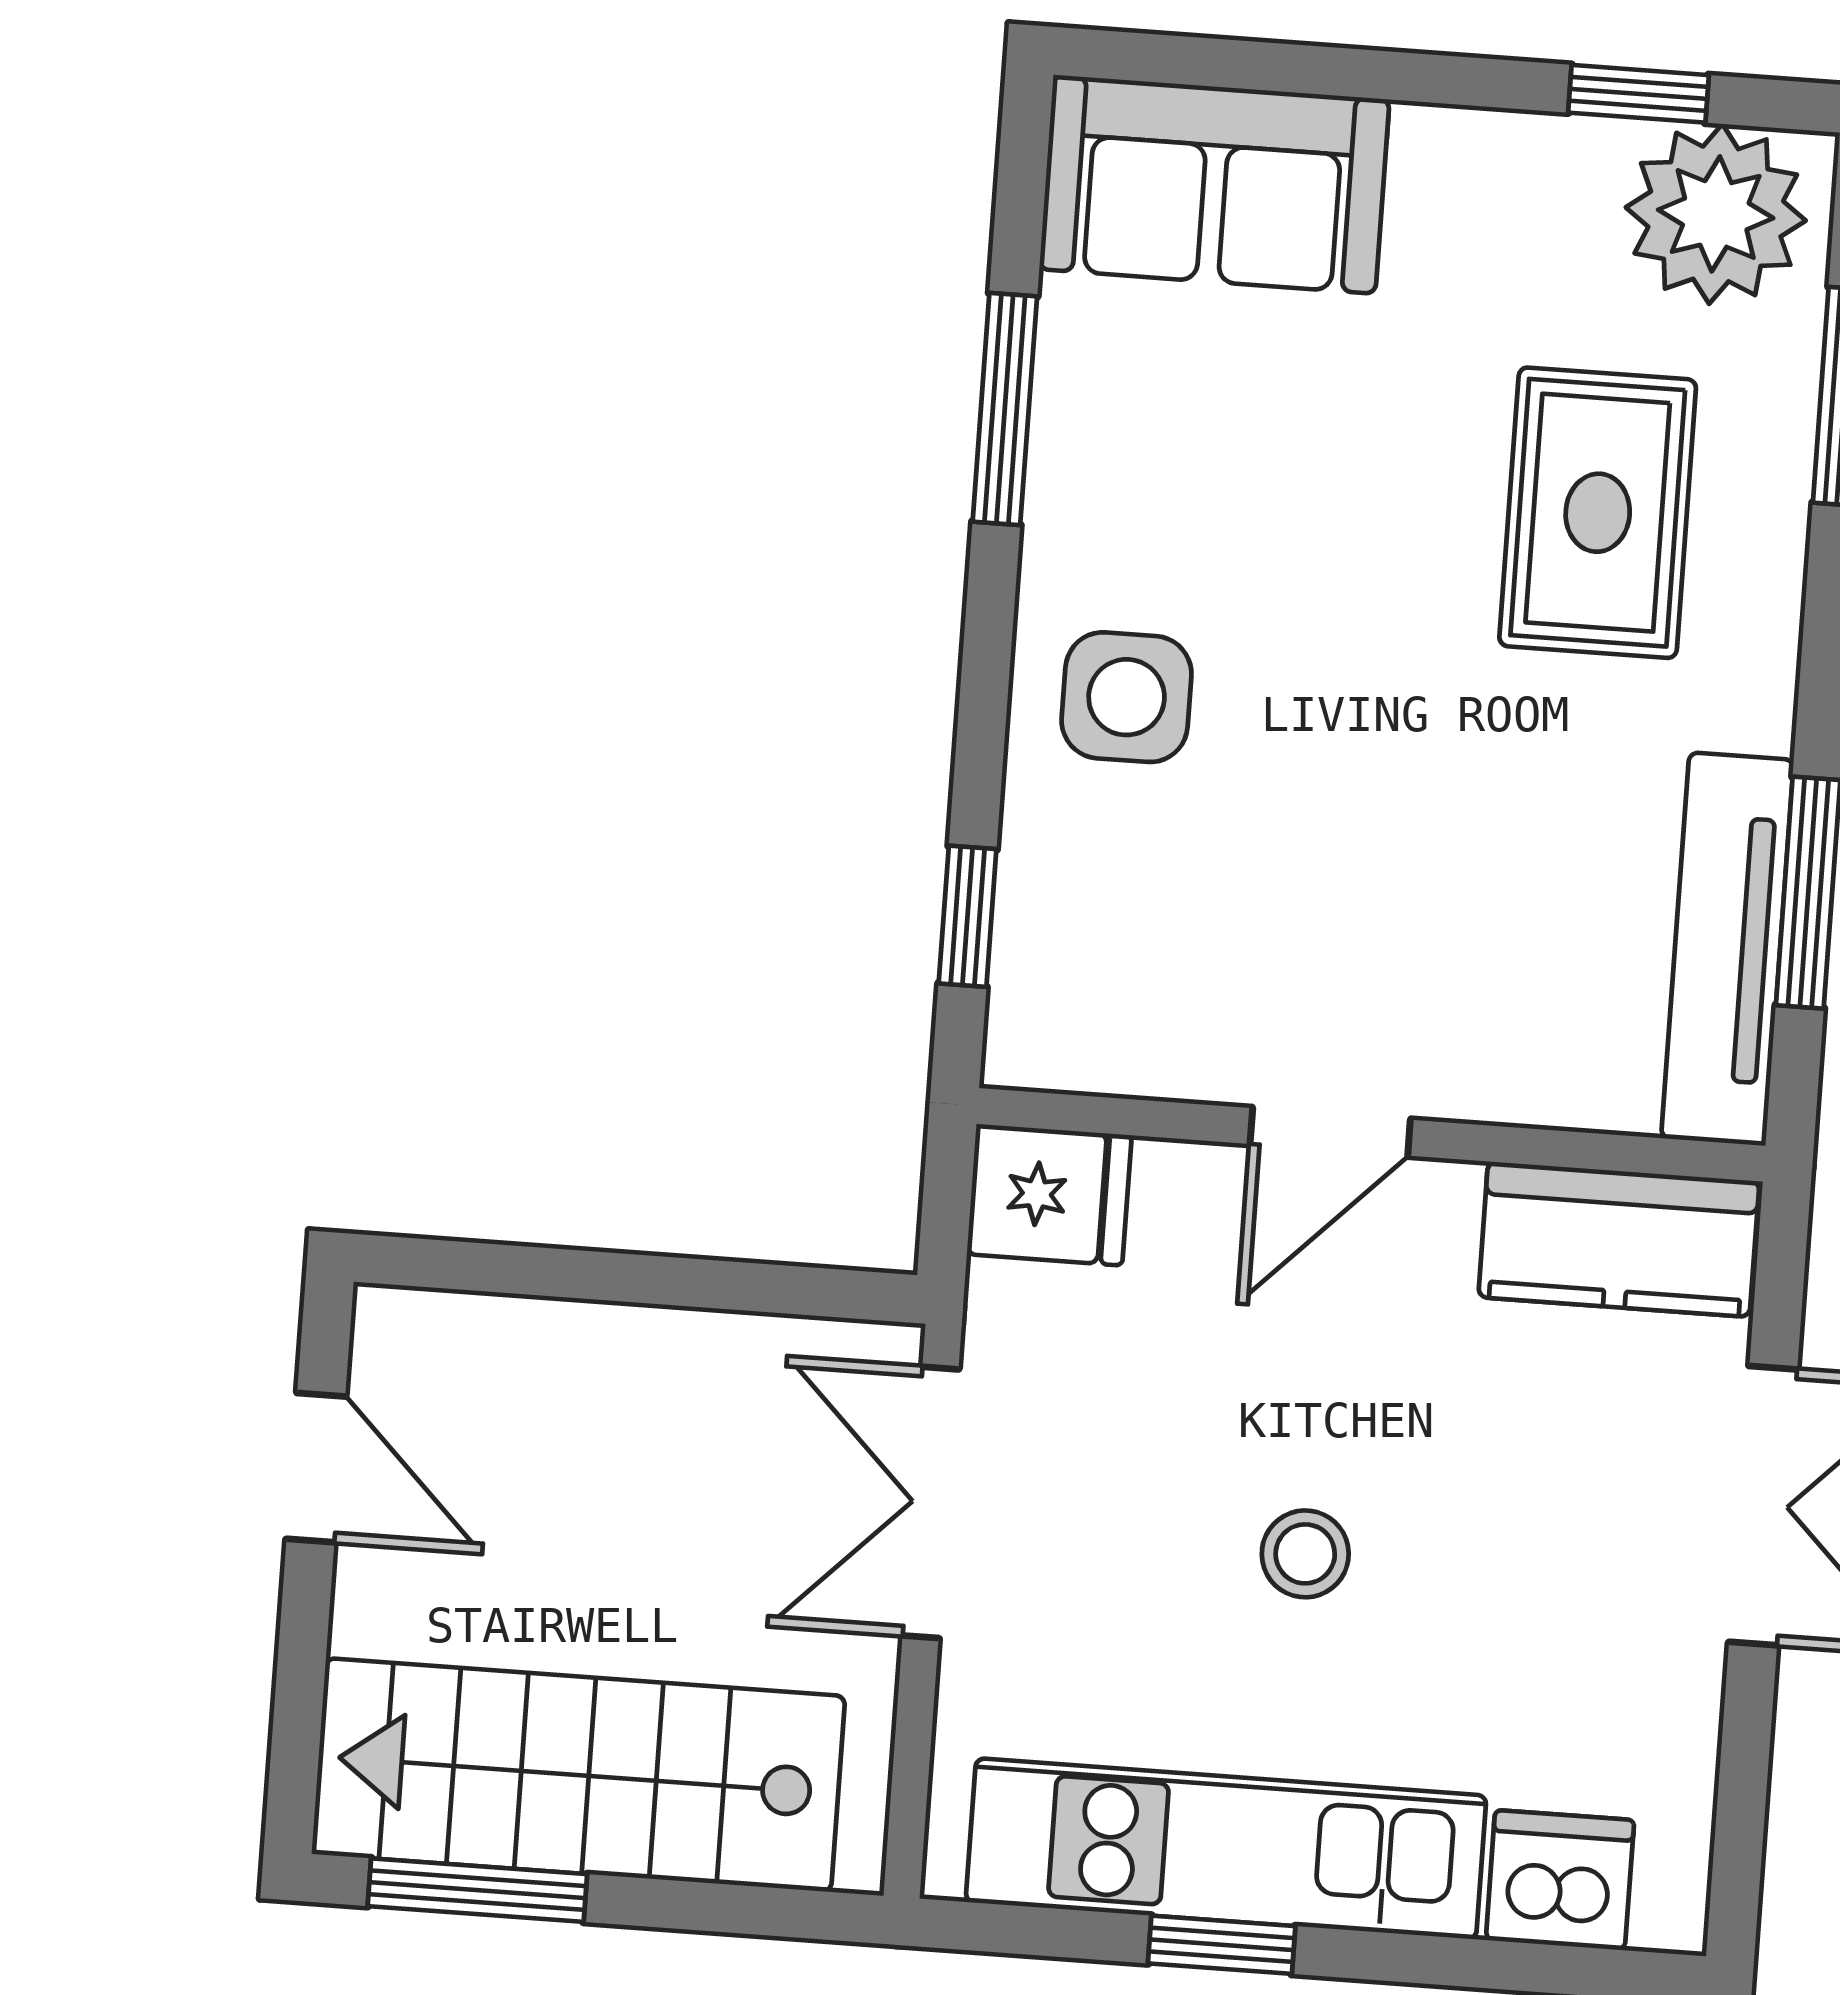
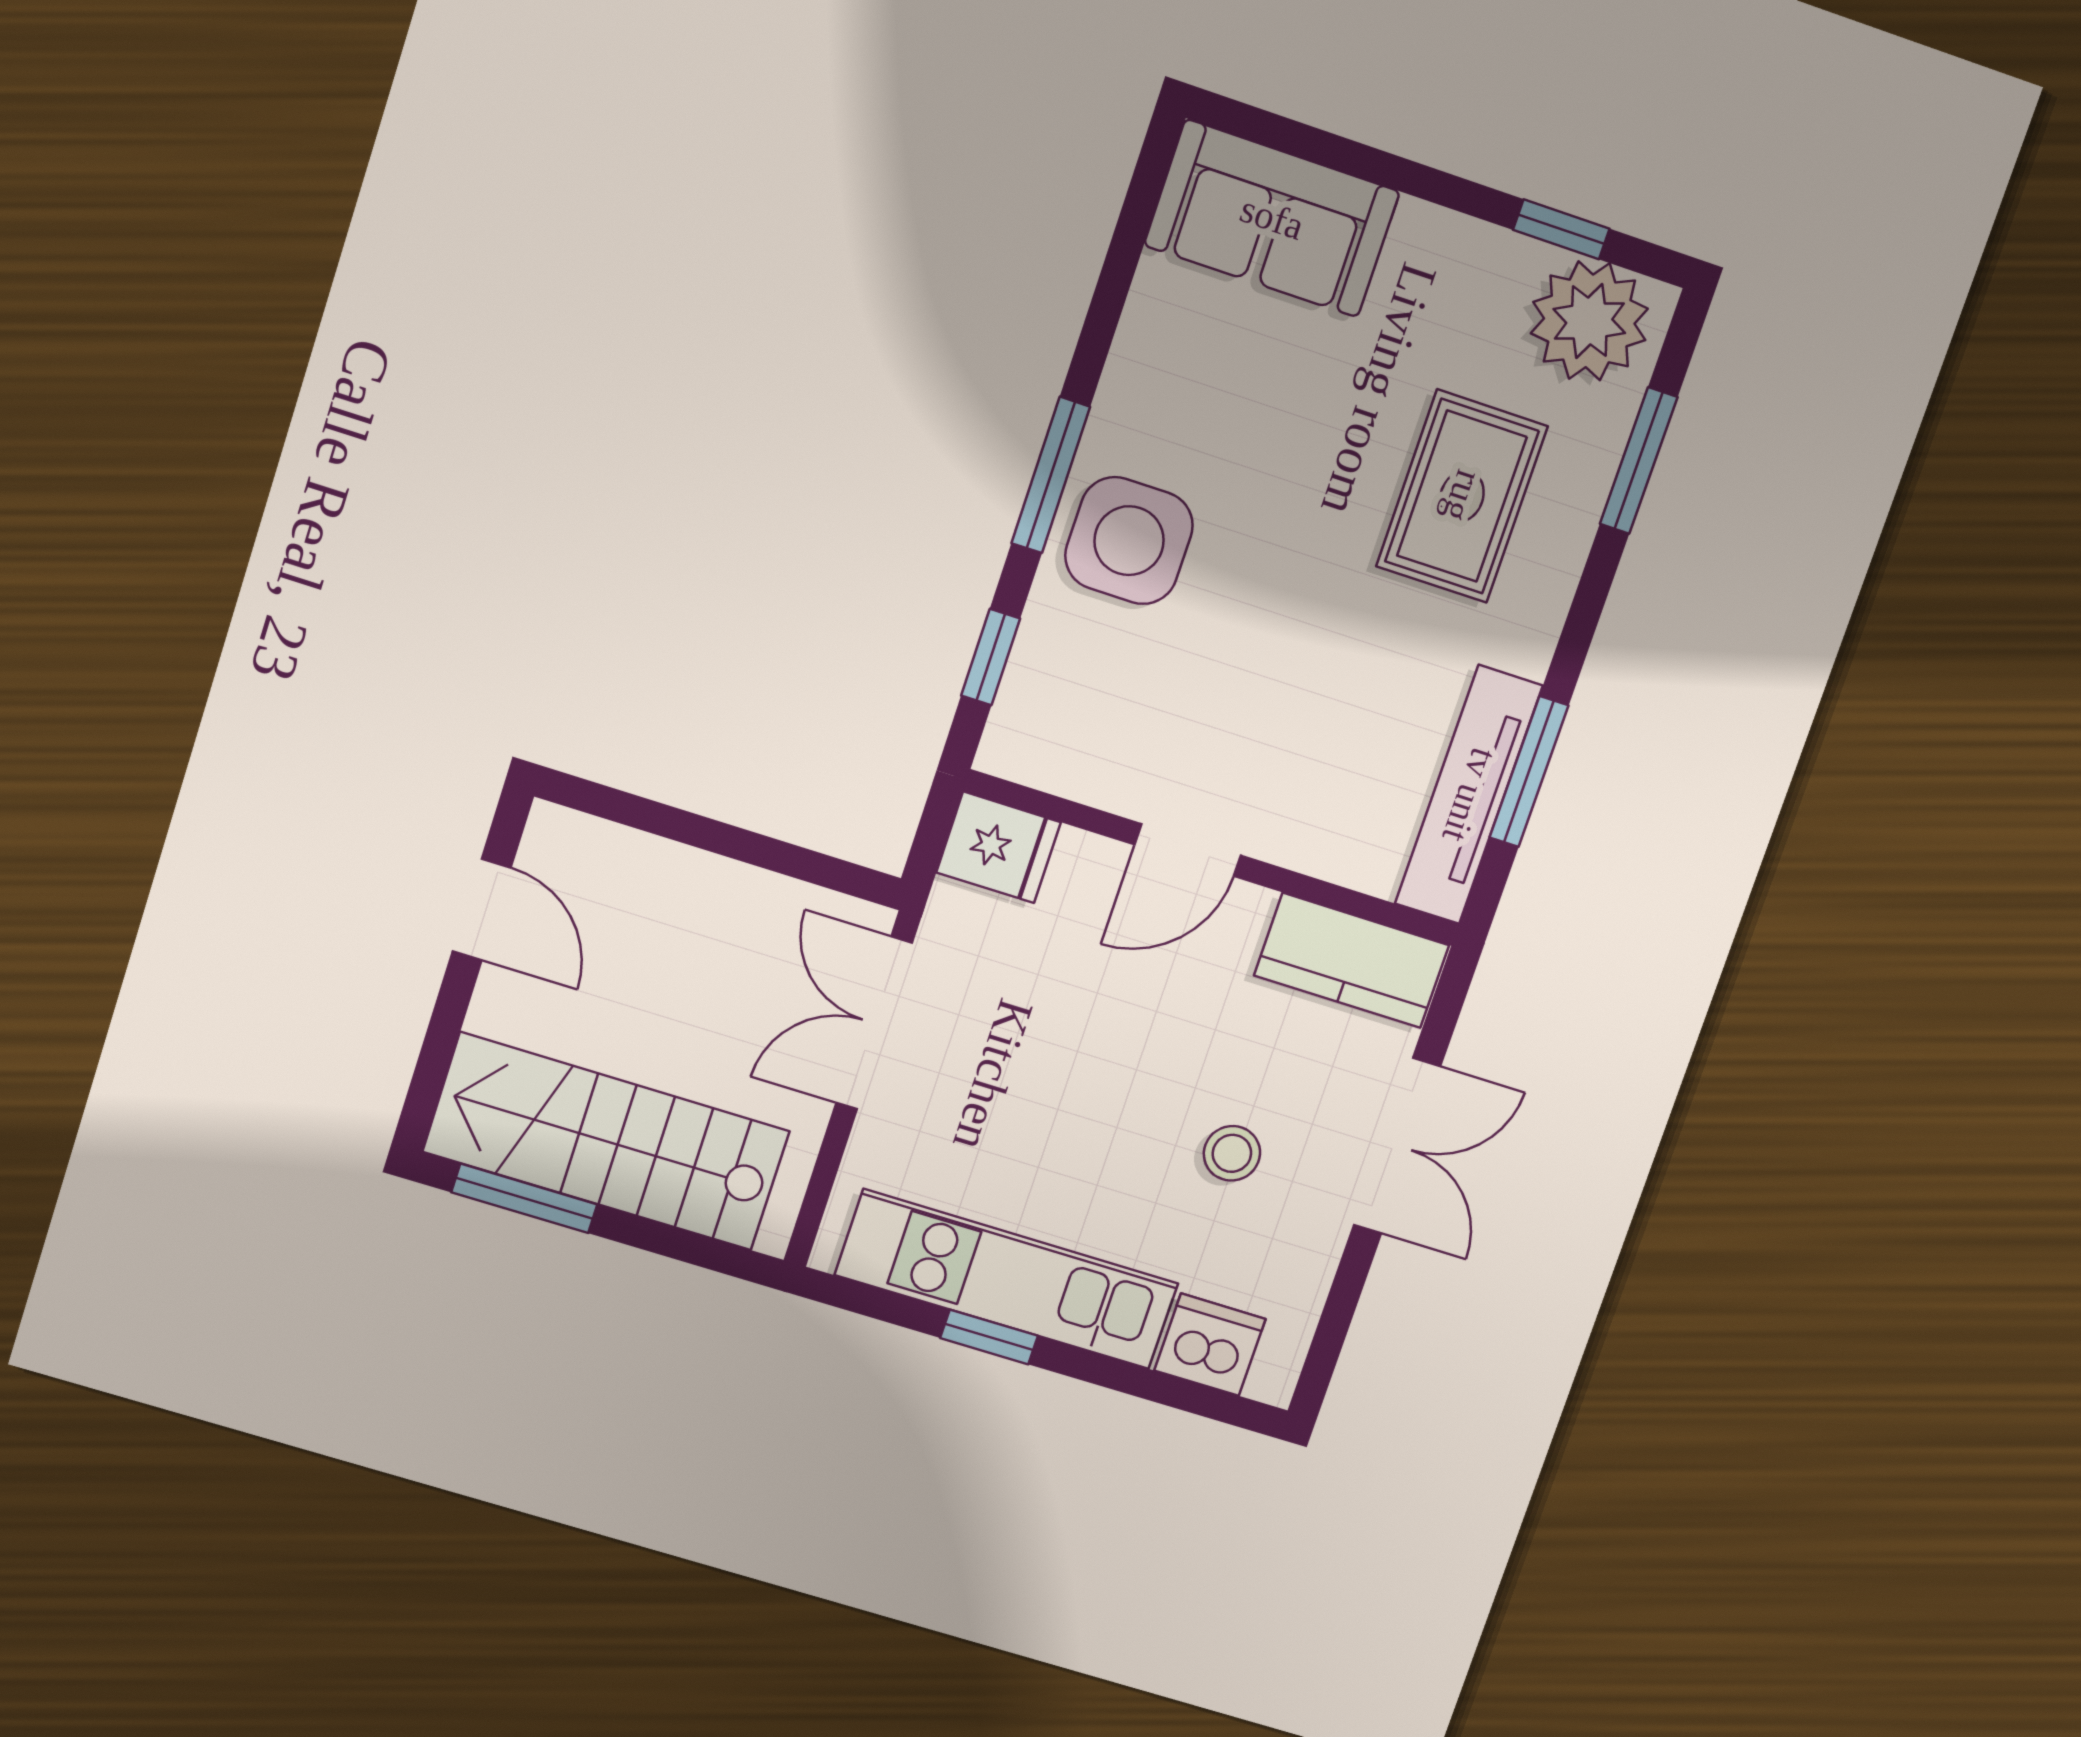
window: (1005, 409) -> (1051, 475), moved
side table: (1127, 697) -> (1129, 541), width x1.37, depth x1.37
stool: (1305, 1554) -> (1232, 1153), moved

